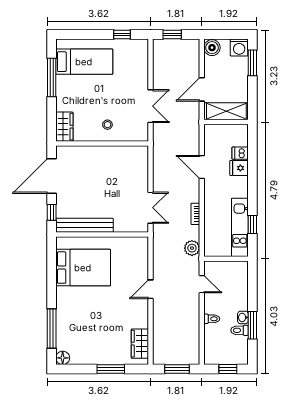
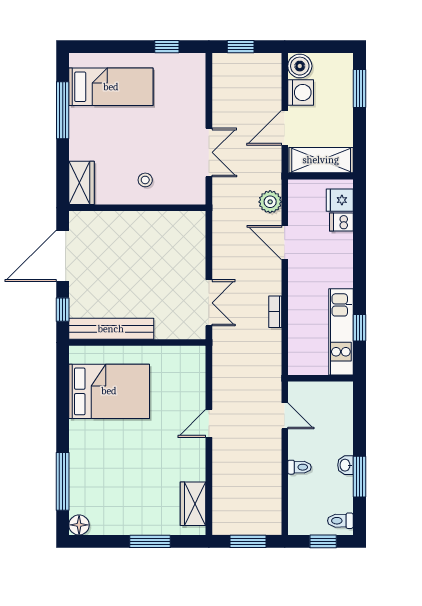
washing machine: (239, 47) -> (301, 92), moved, turned -90
fridge: (239, 168) -> (340, 200), moved
plant: (192, 248) -> (270, 202), moved
toilet: (239, 330) -> (340, 521), moved

